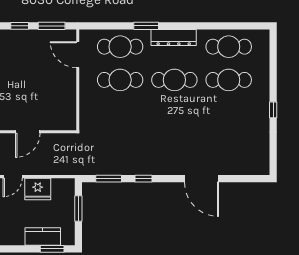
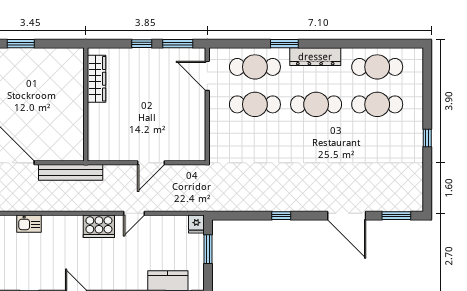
window: (109, 179) -> (396, 216), moved
fridge: (38, 189) -> (196, 224), moved, width x0.53, depth x0.75

